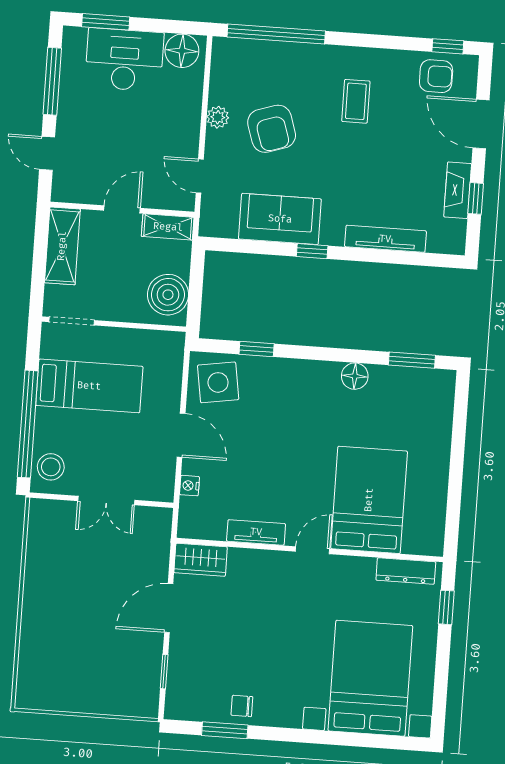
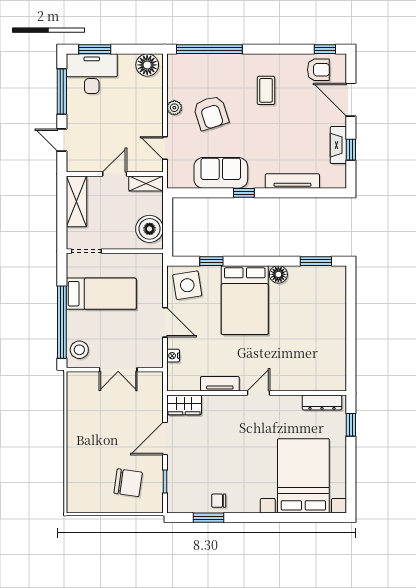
desk: (124, 60) -> (92, 74), moved
bed: (369, 500) -> (245, 300), moved, turned 180
chair: (109, 670) -> (128, 483), added

